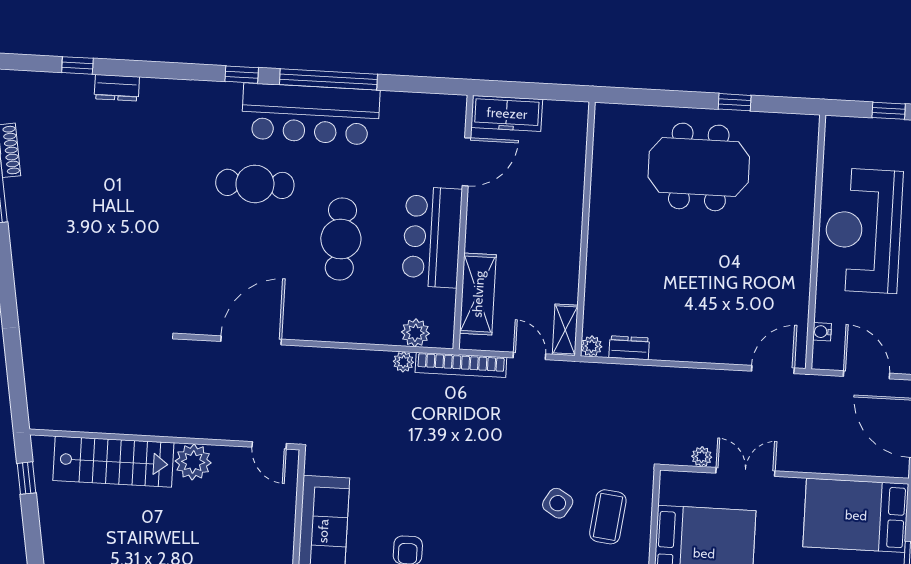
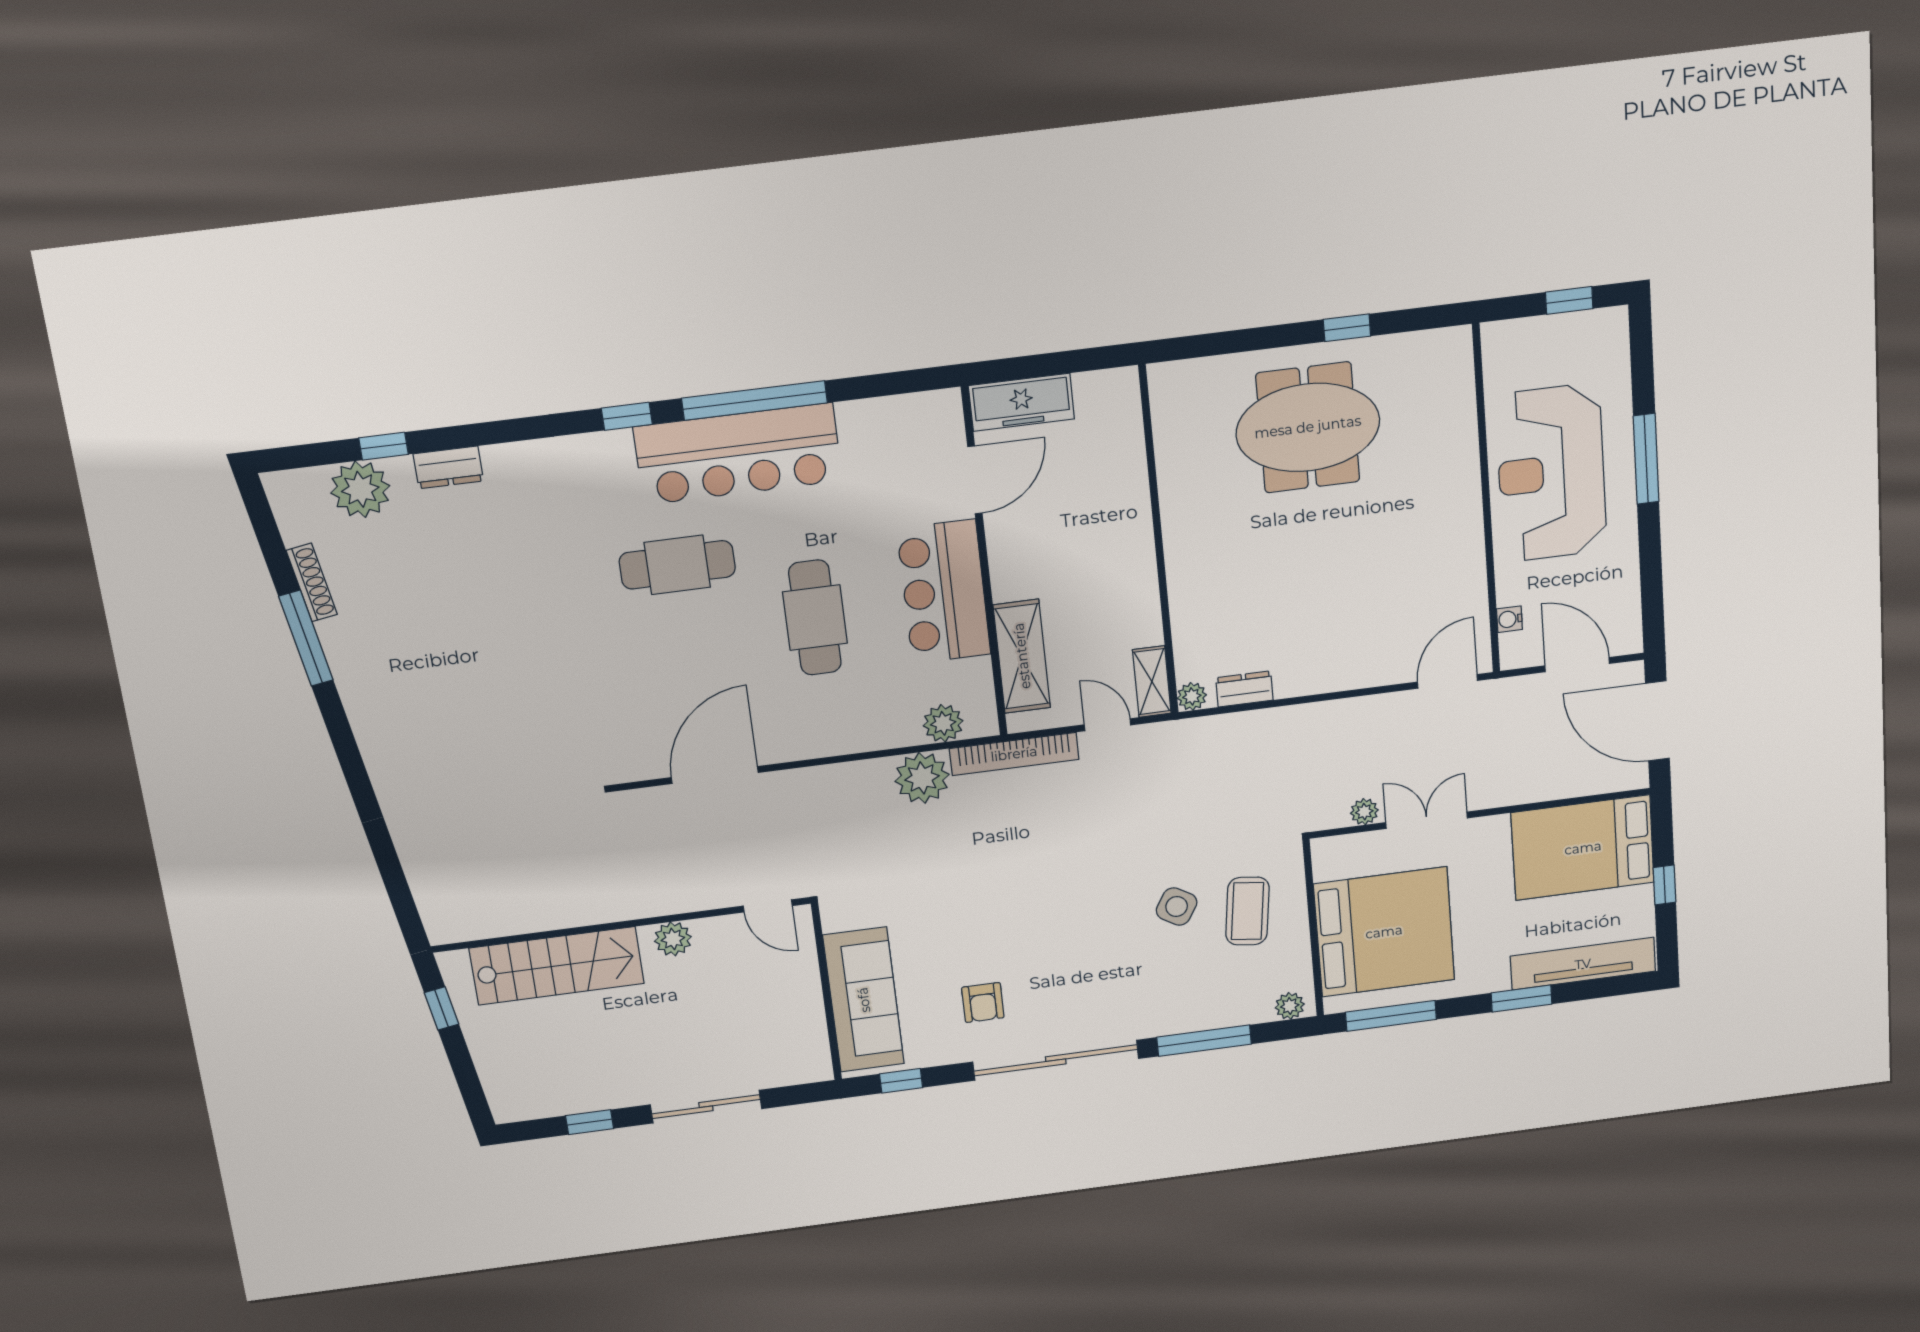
plant: (56, 92) -> (360, 489), added
plant: (403, 362) -> (922, 778), width x1.88, depth x1.88
plant: (193, 462) -> (673, 939), width x0.73, depth x0.73

